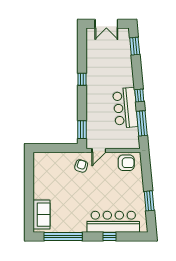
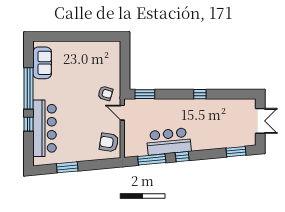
double door: (106, 24) -> (260, 121), swing flipped
armchair: (126, 163) -> (109, 142), turned 99
sofa: (42, 215) -> (42, 63), moved, turned -90
window: (63, 237) -> (29, 88), moved

